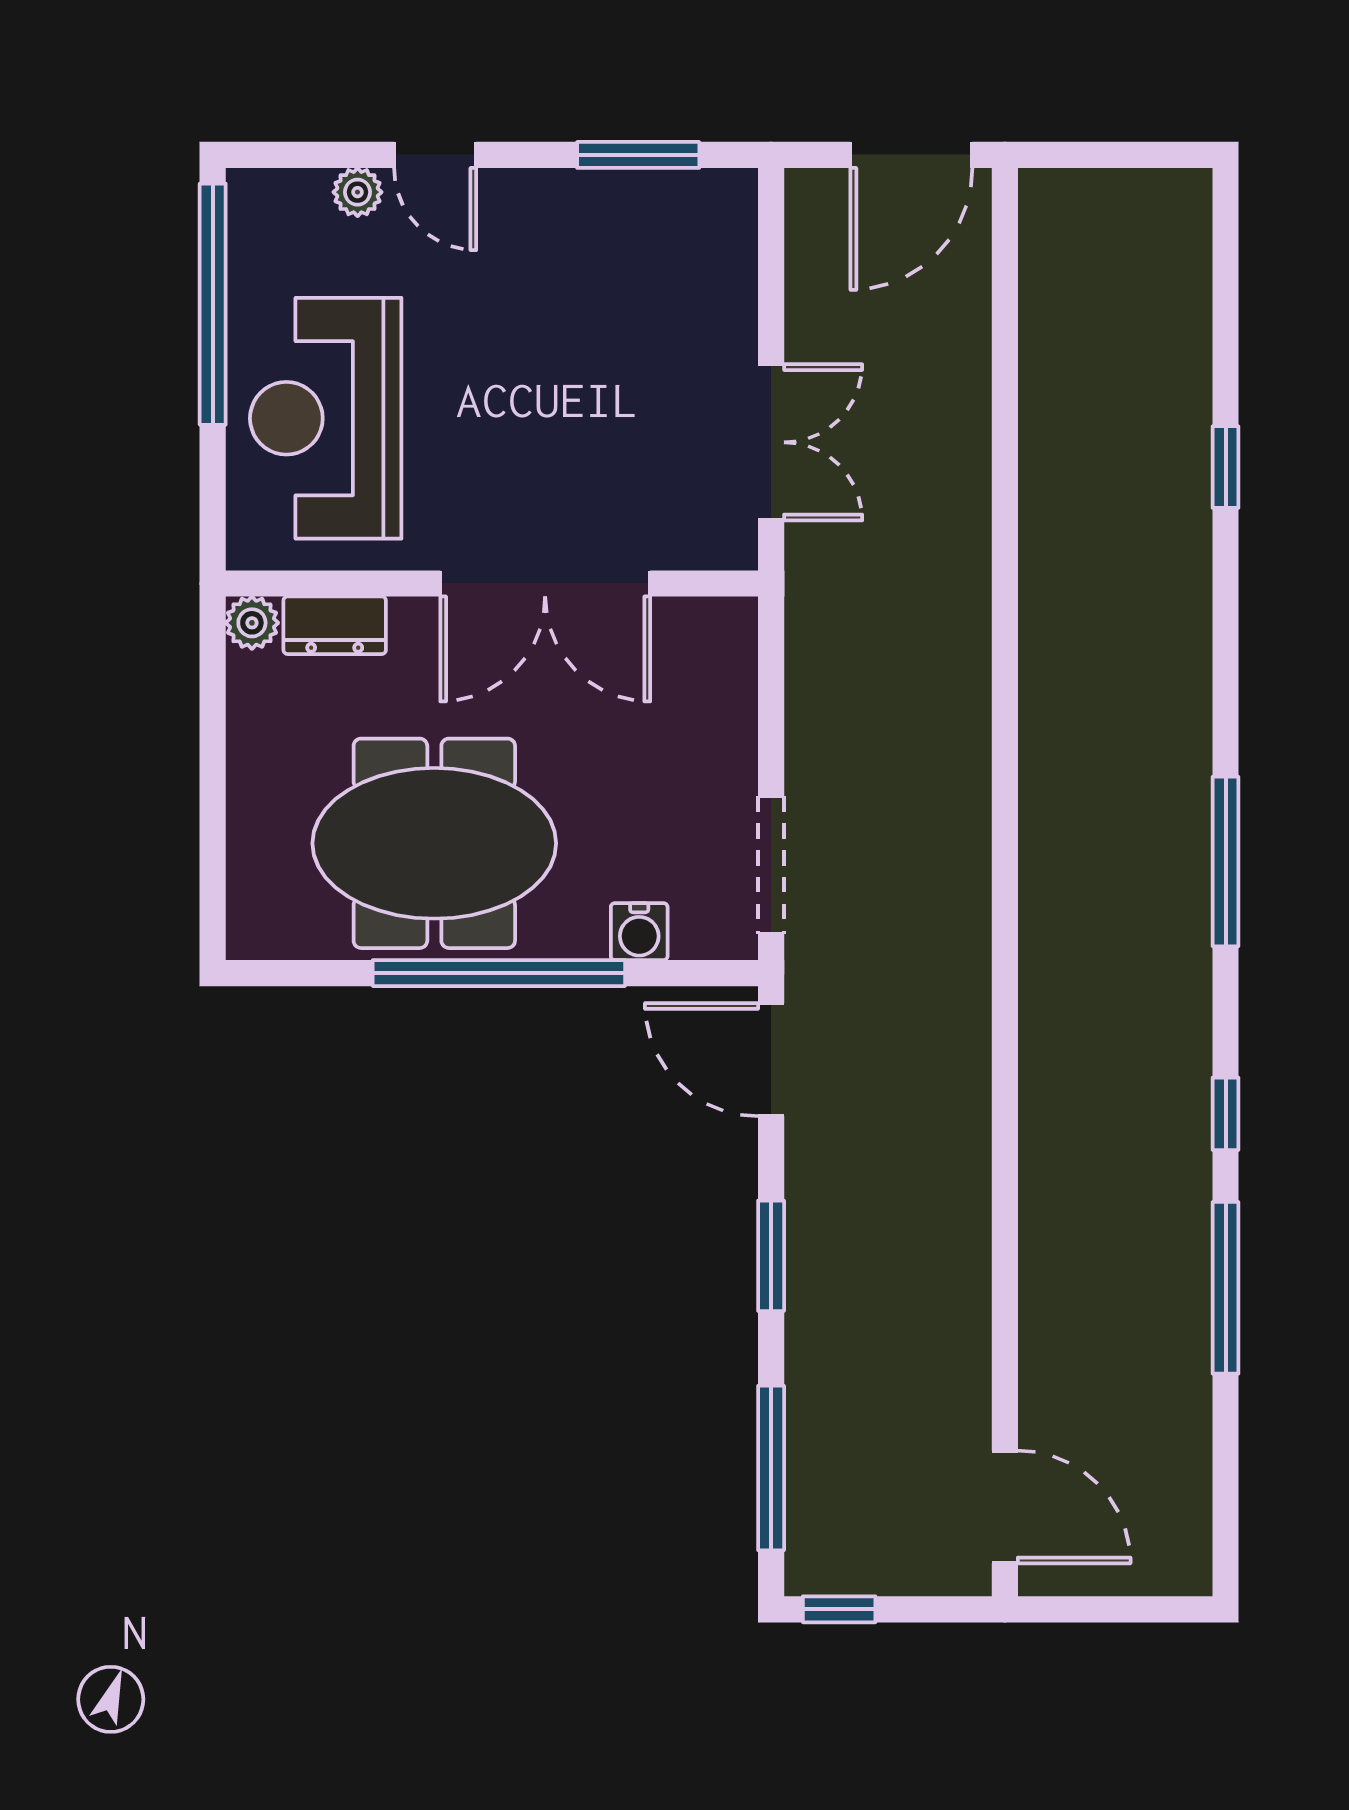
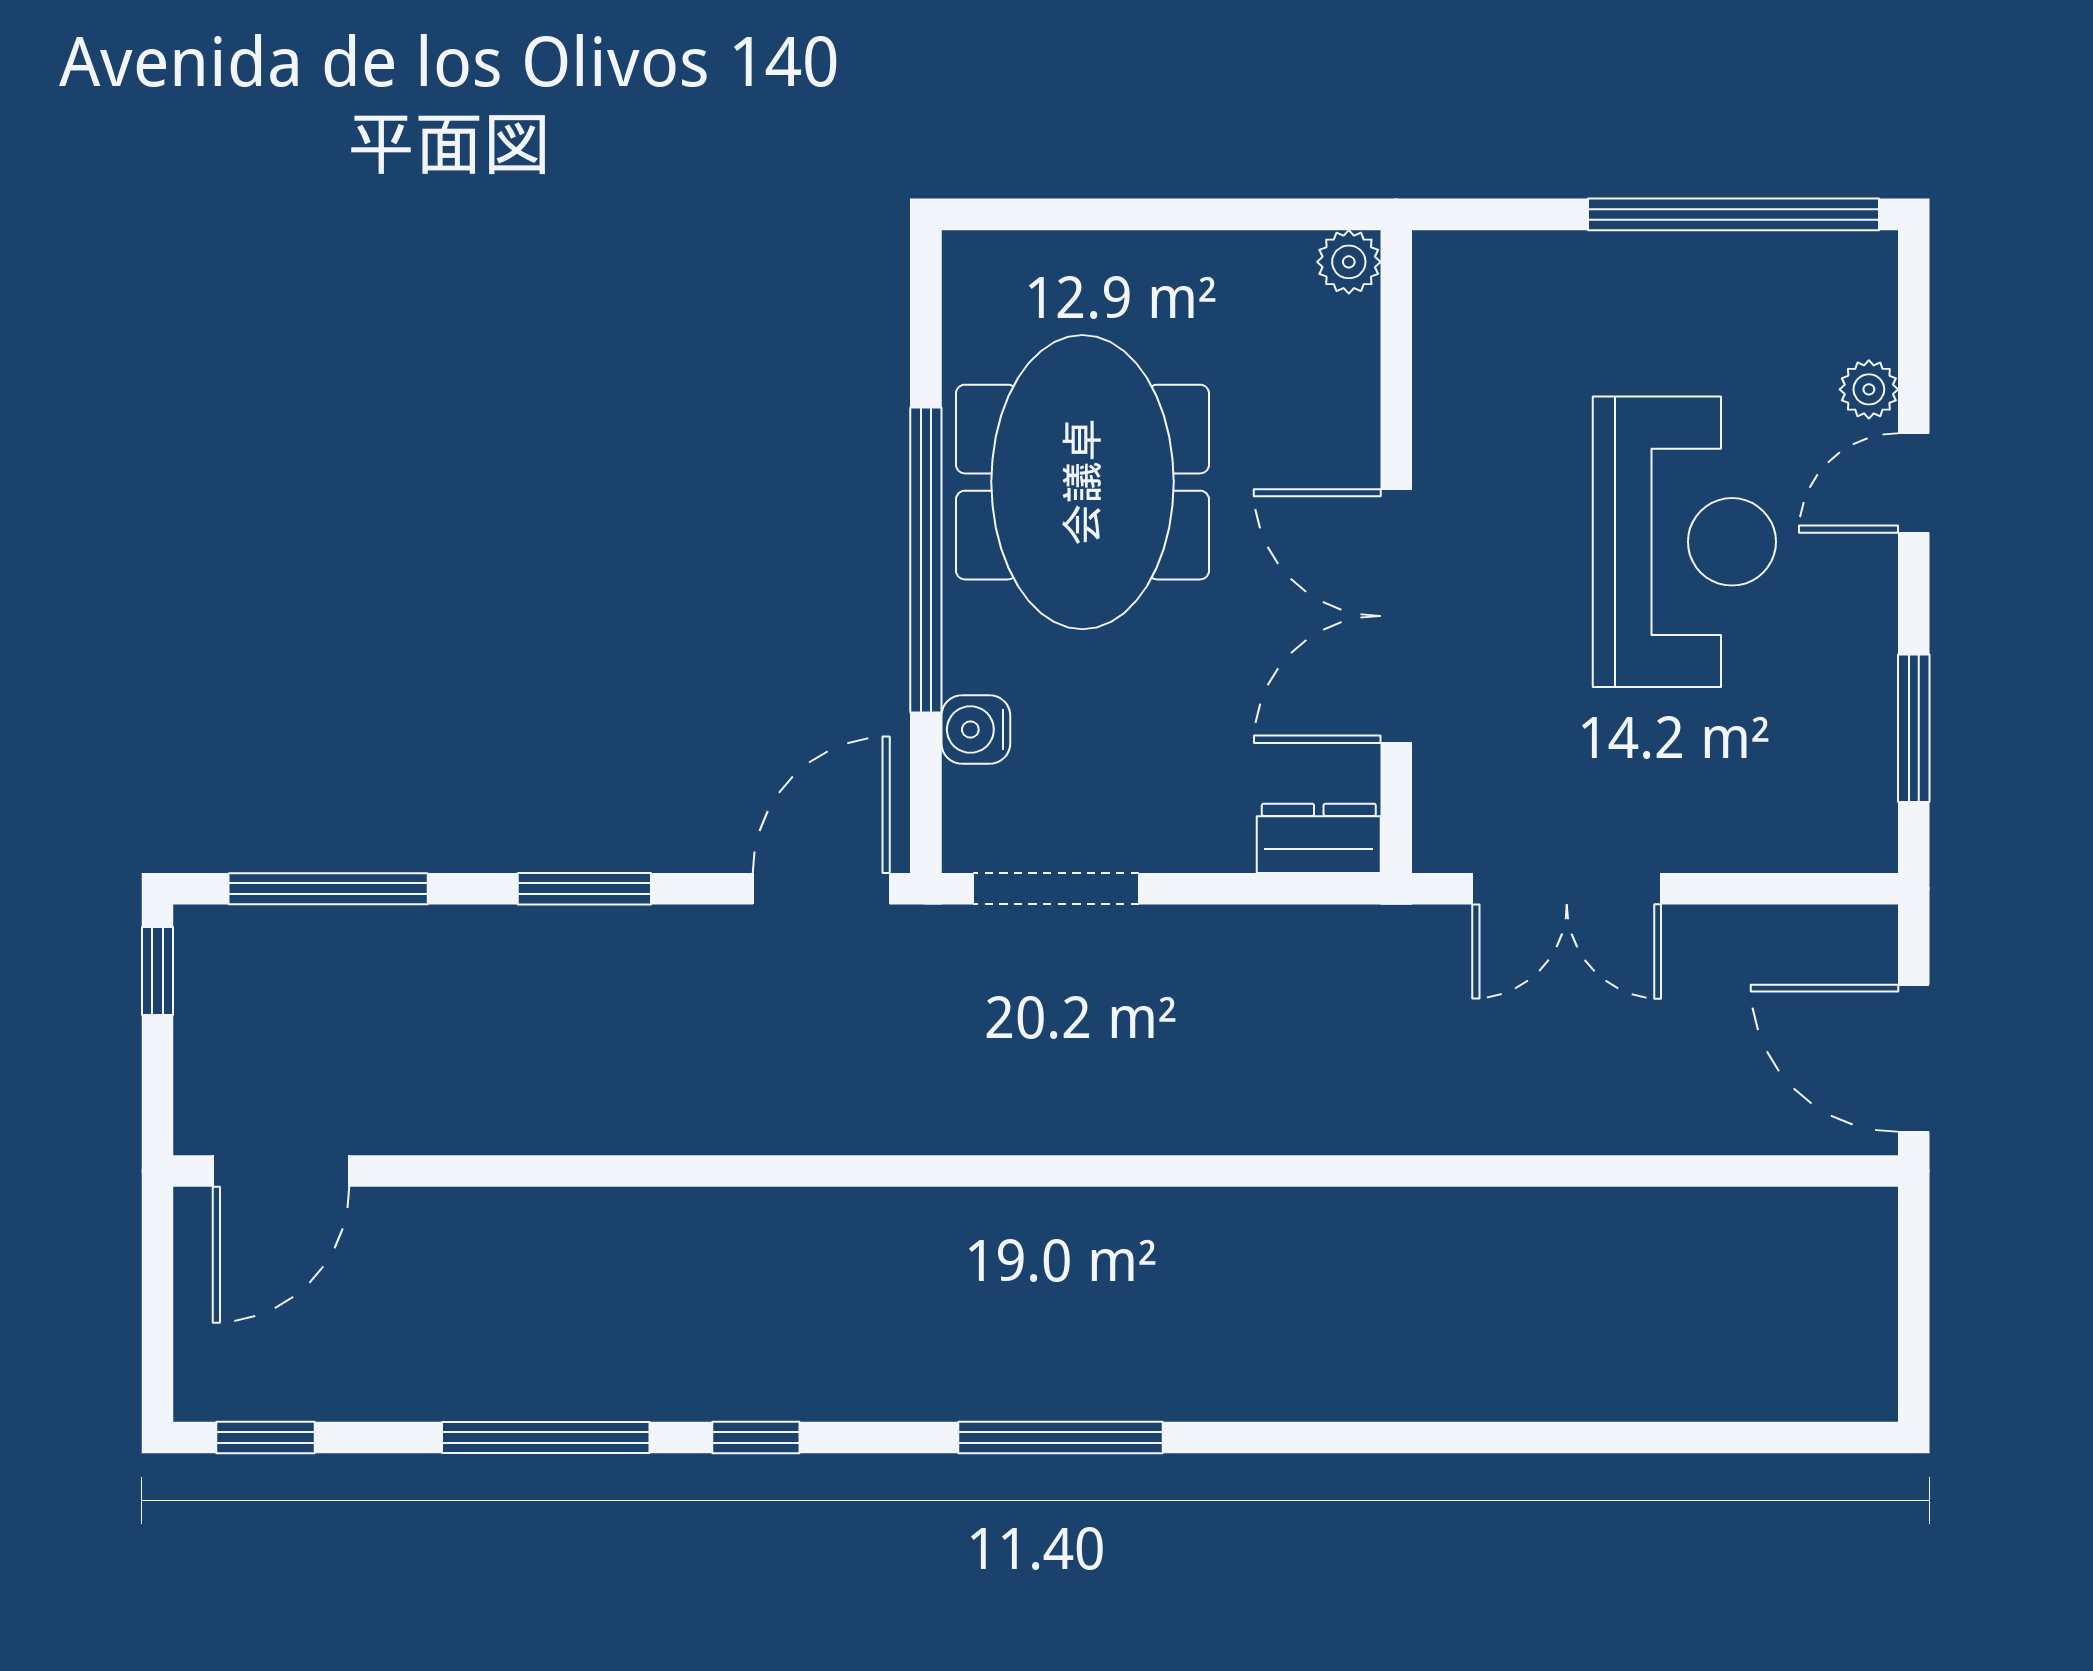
reception desk: (326, 418) -> (1684, 542), moved, turned 90
window: (1226, 467) -> (266, 1438), moved
dresser: (335, 625) -> (1319, 838), moved, turned 90

